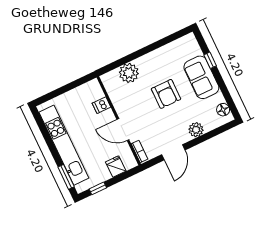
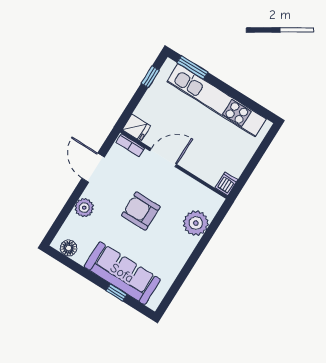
sofa: (201, 77) -> (122, 273), width x1.36
armchair: (166, 94) -> (141, 211), moved
dishwasher: (101, 105) -> (226, 184), moved
fridge: (116, 167) -> (136, 128), moved

